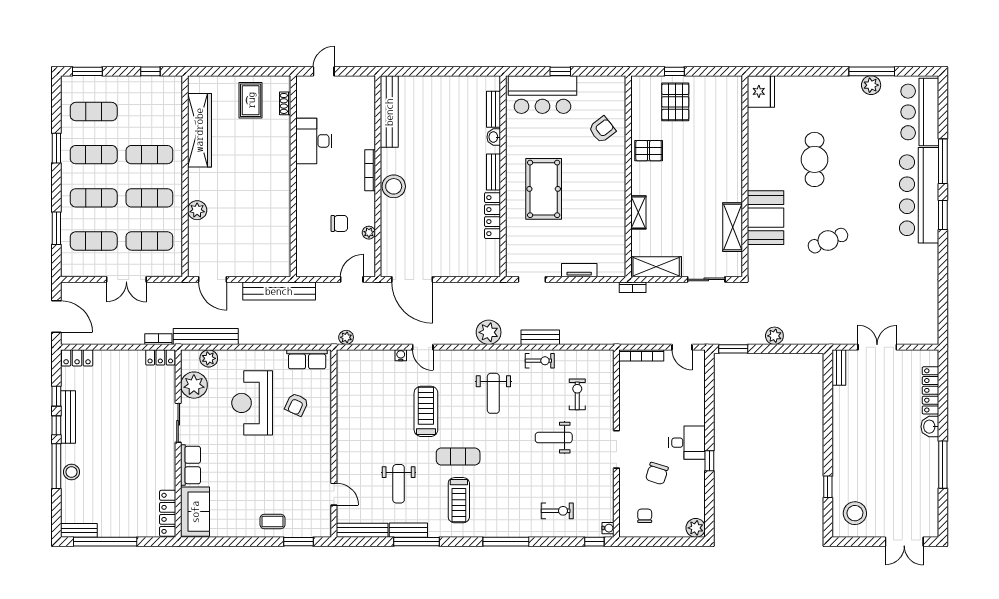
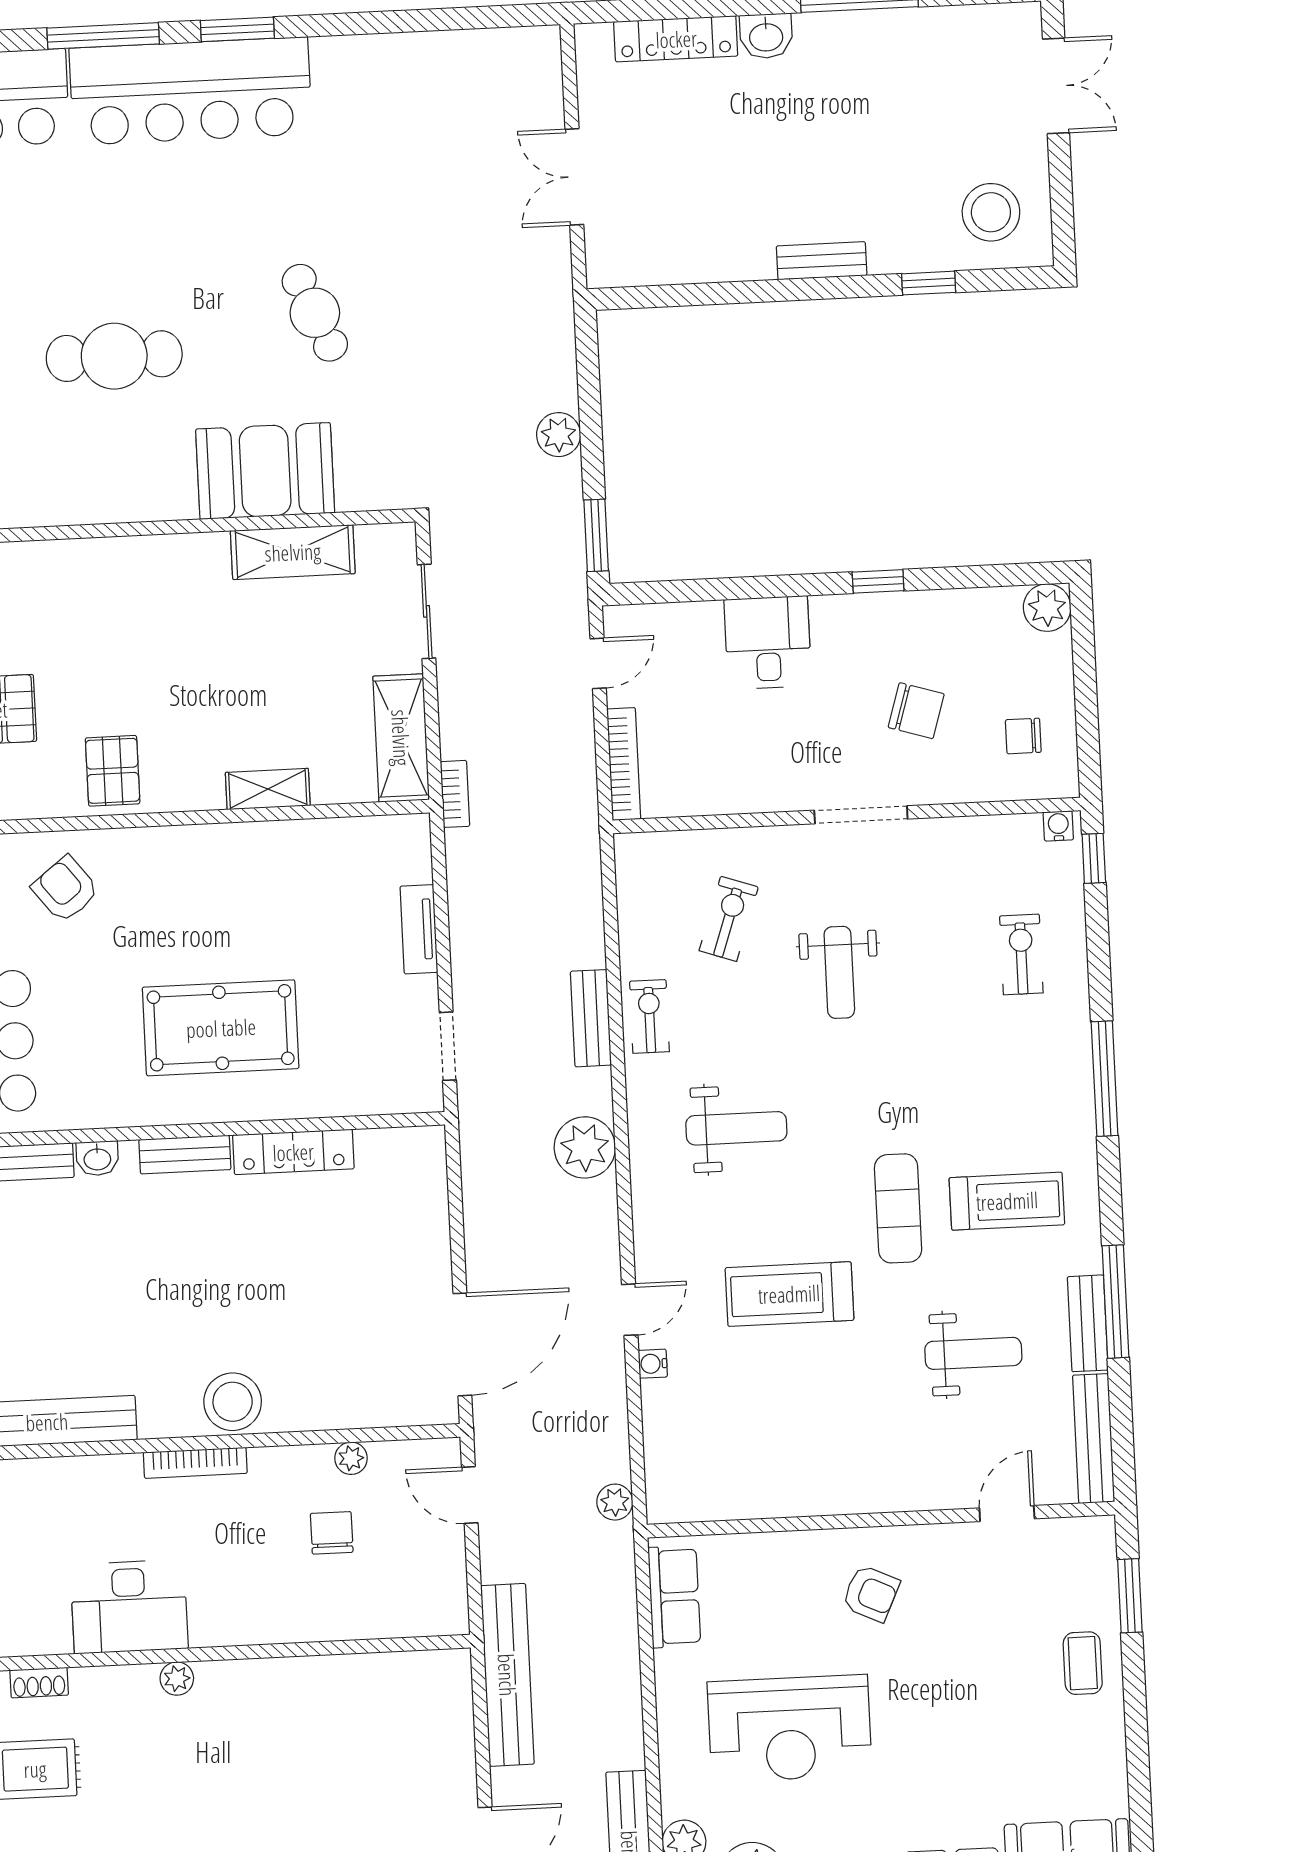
plant: (284, 159) -> (177, 1679), added
bench: (839, 367) -> (822, 261), moved
exercise bike: (577, 394) -> (729, 919), turned 109
armchair: (297, 405) -> (871, 1593), moved
desk: (687, 443) -> (768, 643), moved

